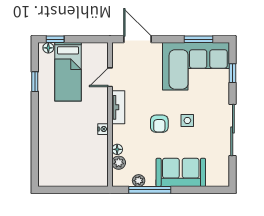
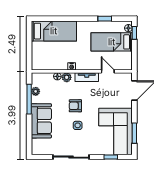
bed: (52, 154) -> (54, 31), added
plant: (119, 163) -> (67, 77), moved

